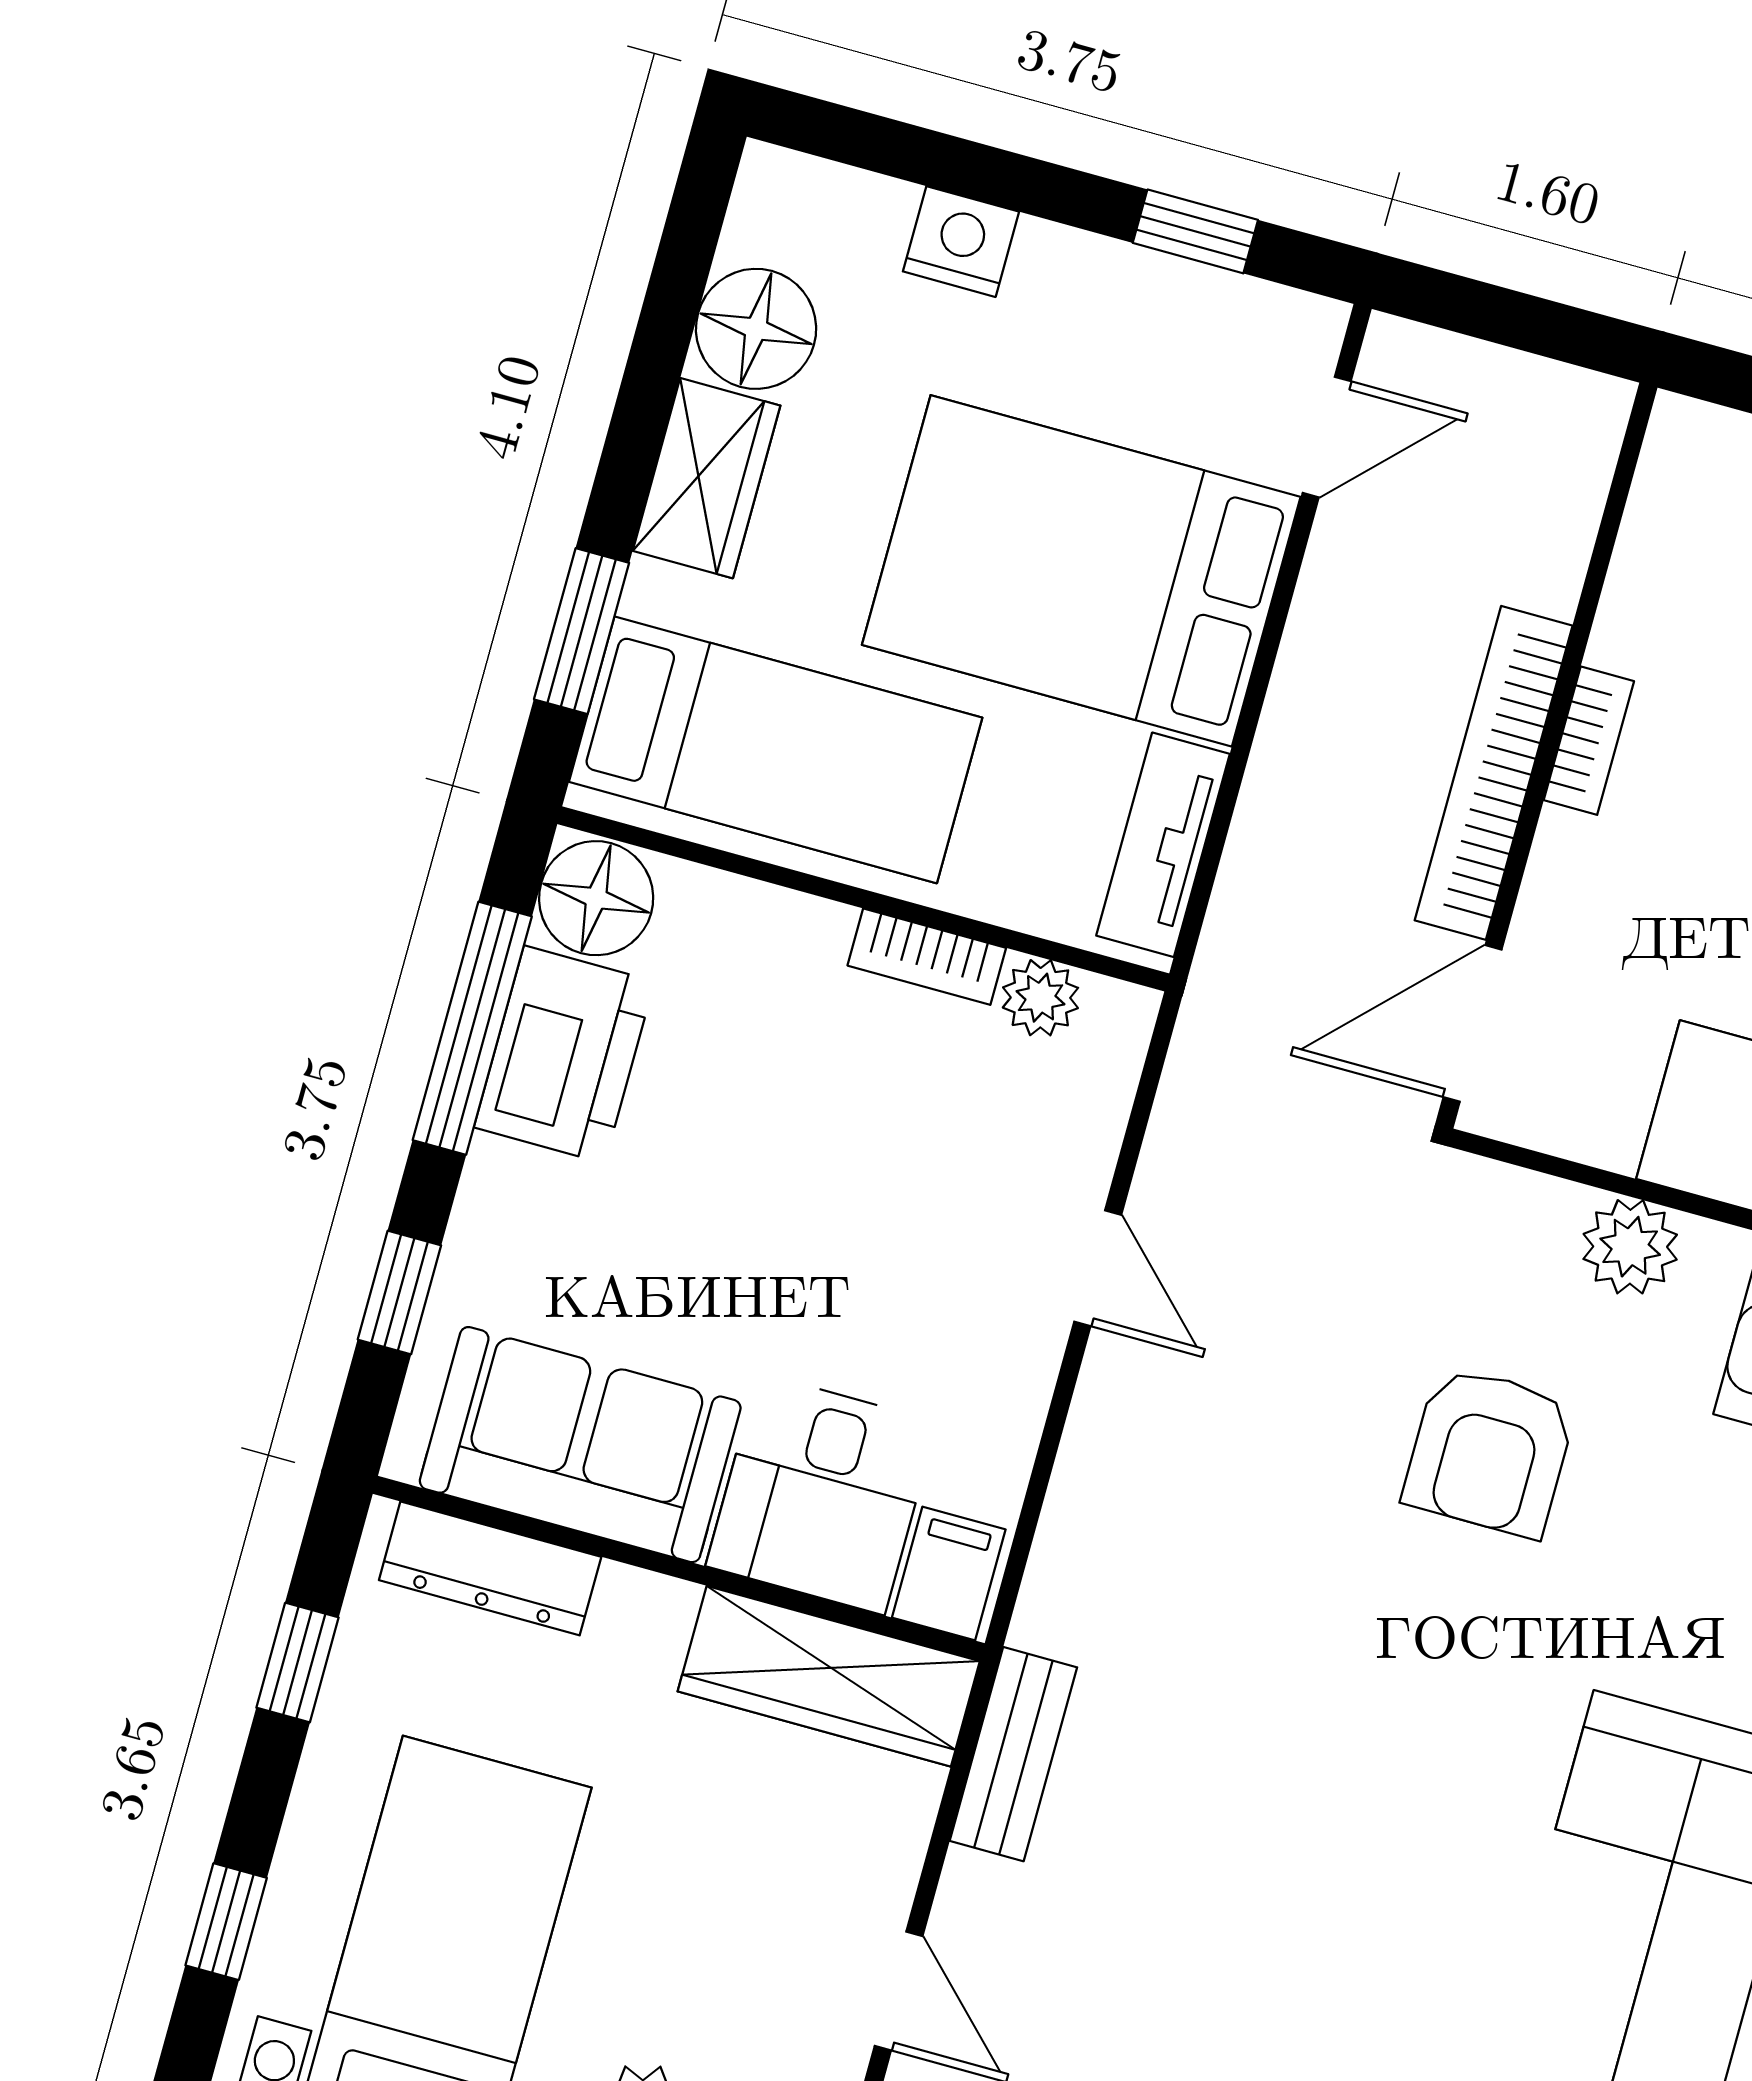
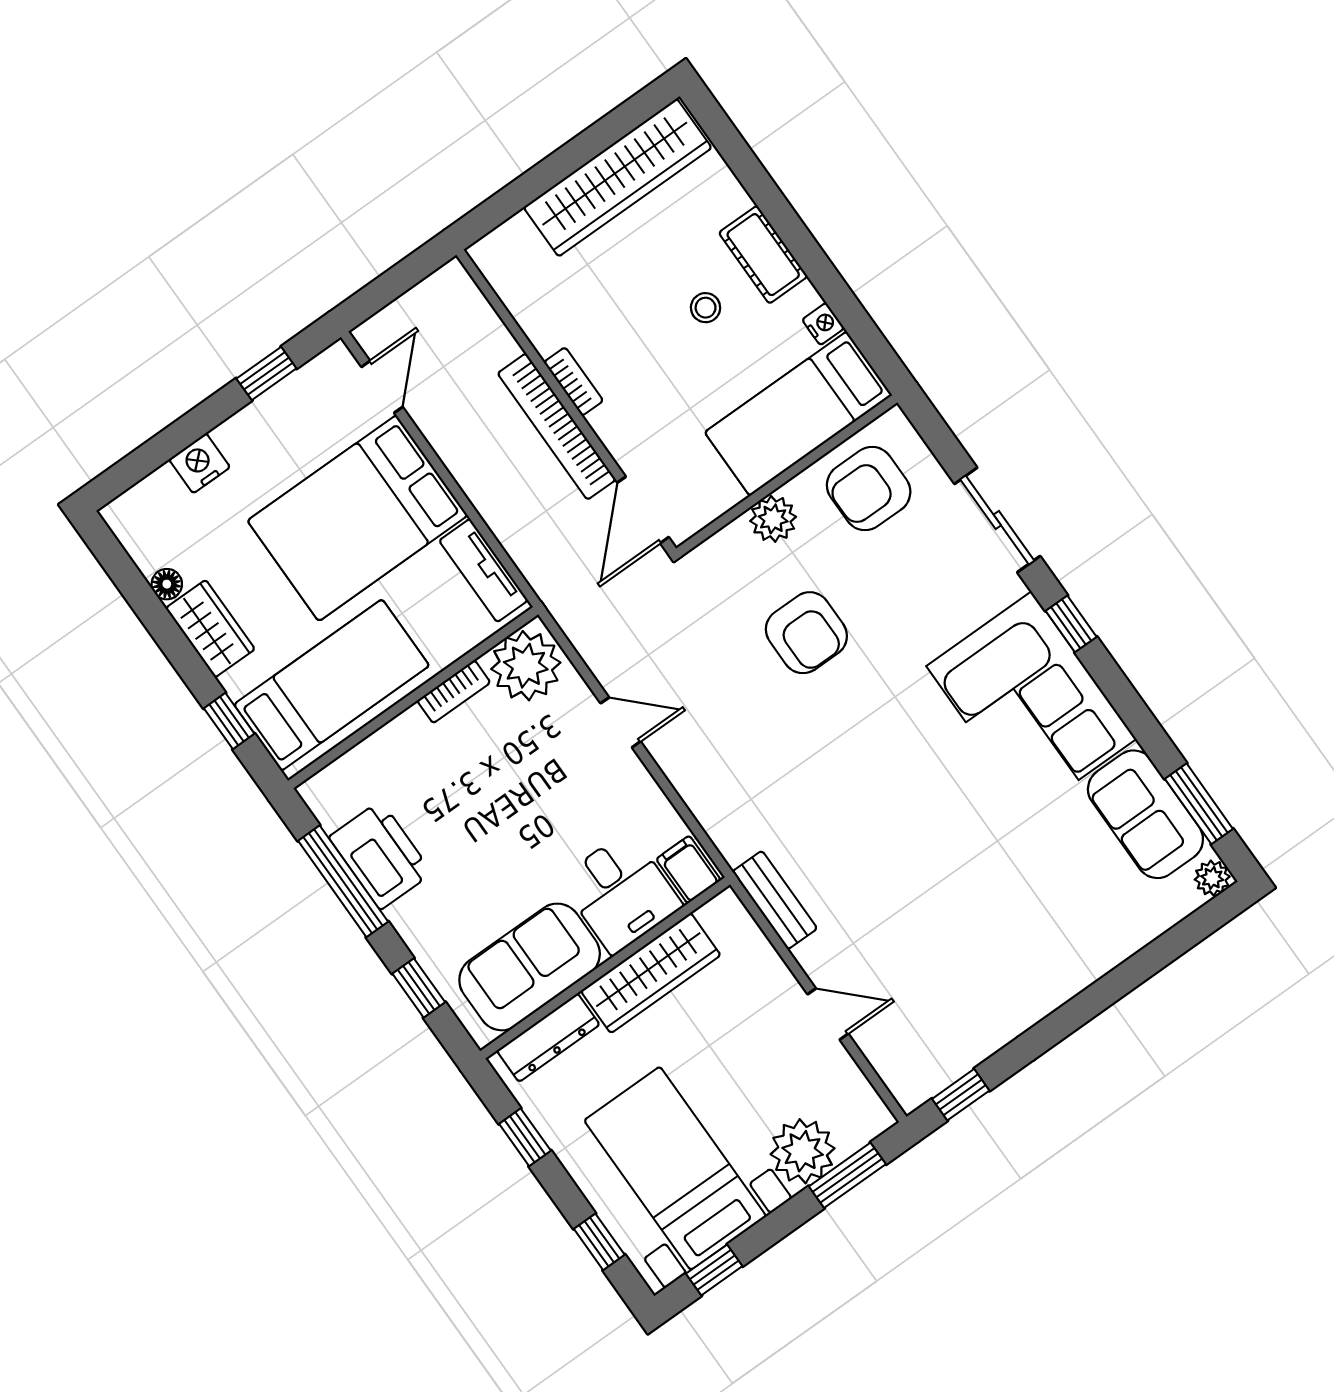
floor lamp: (756, 329) -> (167, 584), width x0.53, depth x0.53
window: (582, 631) -> (229, 721), width x0.67
floor lamp: (596, 898) -> (332, 796), removed
plant: (1040, 998) -> (526, 666), width x1.88, depth x1.88
wardrobe: (829, 1676) -> (651, 973), moved

